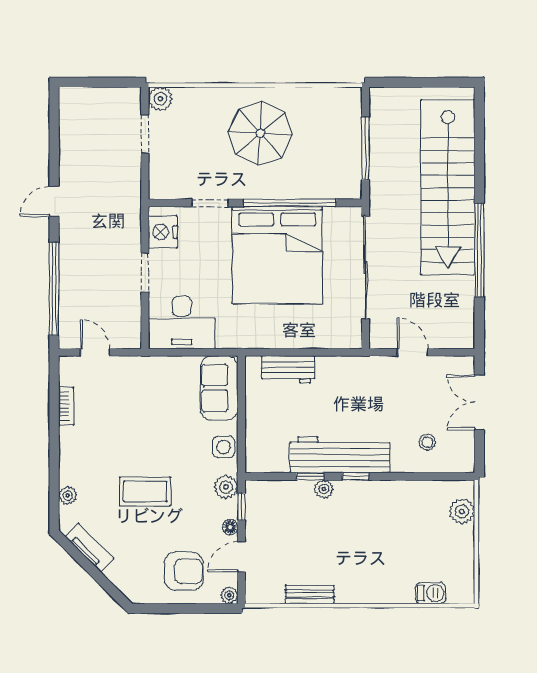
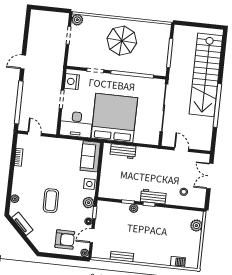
bed: (277, 255) -> (114, 118), moved, turned 180
workbench: (340, 455) -> (153, 197), width x0.53, depth x0.76
coffee table: (145, 491) -> (51, 201), turned 90

